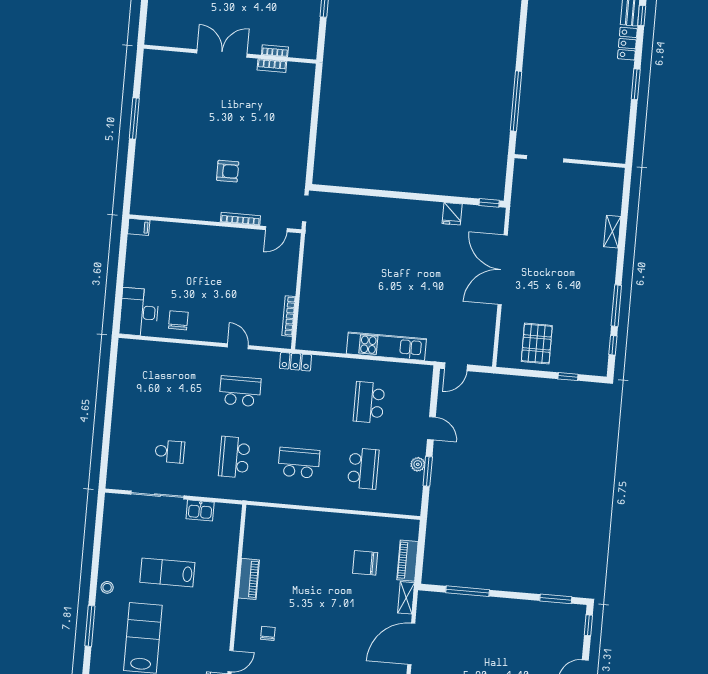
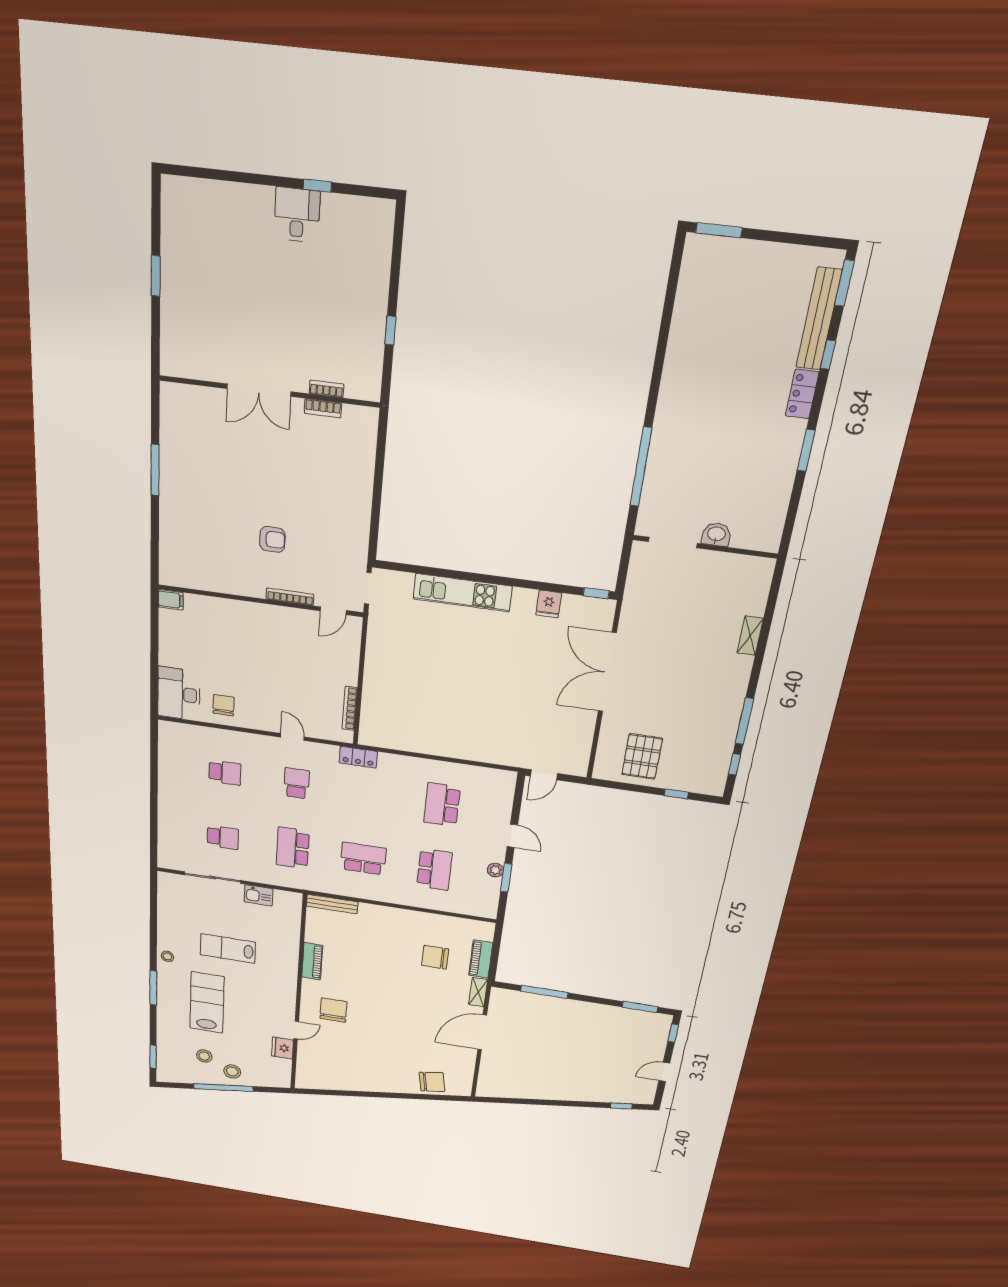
double door: (222, 54) -> (259, 390), swing flipped
washbasin: (577, 151) -> (716, 534), added
kitchen unit: (386, 346) -> (462, 593), moved, turned 180
school desk: (176, 385) -> (225, 773), added
school desk: (240, 391) -> (297, 783), width x0.54
bench: (269, 514) -> (332, 904), added
chair: (268, 633) -> (333, 1010), width x1.87, depth x1.87

